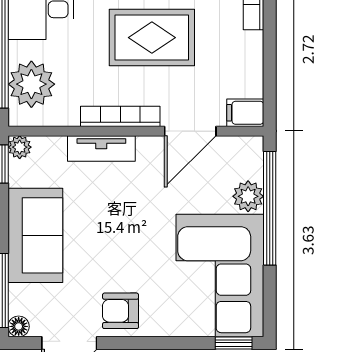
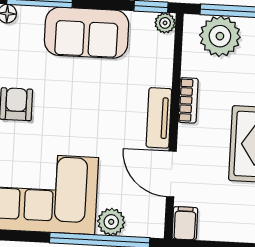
bookcase: (120, 116) -> (188, 100), width x0.64
tv unit: (101, 148) -> (159, 118), moved

